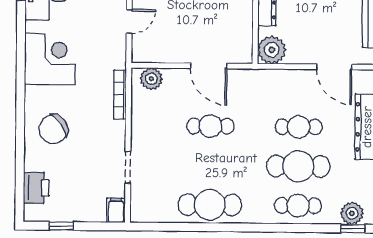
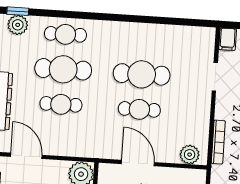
cafe table: (210, 205) -> (142, 74), moved

